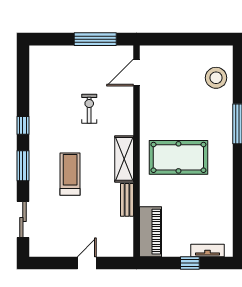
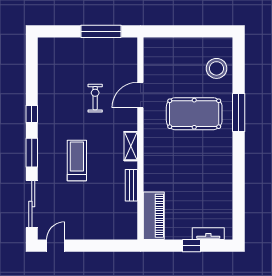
door: (136, 73) -> (140, 95), moved
pool table: (178, 157) -> (194, 114), moved
shelving: (124, 159) -> (131, 146), width x0.67, depth x0.75
sliding door: (23, 220) -> (32, 204), width x1.37
door: (87, 263) -> (56, 246), moved

